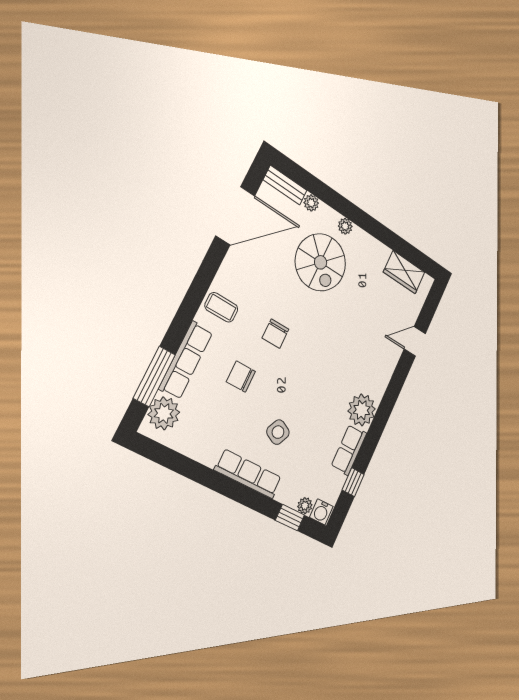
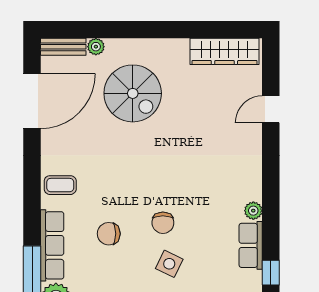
plant: (345, 226) -> (140, 47), removed
wardrobe: (404, 272) -> (224, 51), width x1.50
chair: (275, 334) -> (163, 223), moved
plant: (362, 410) -> (253, 211), width x0.53, depth x0.53

